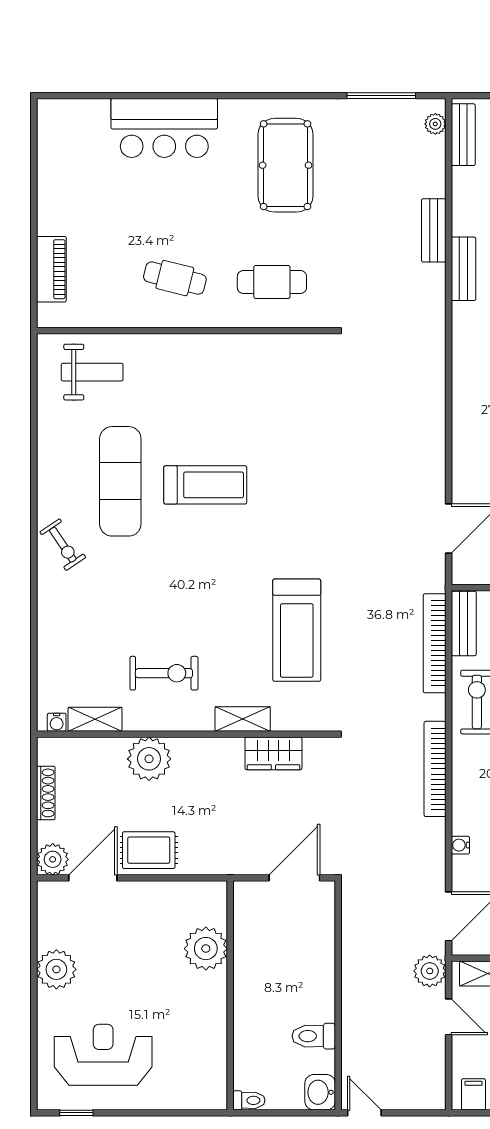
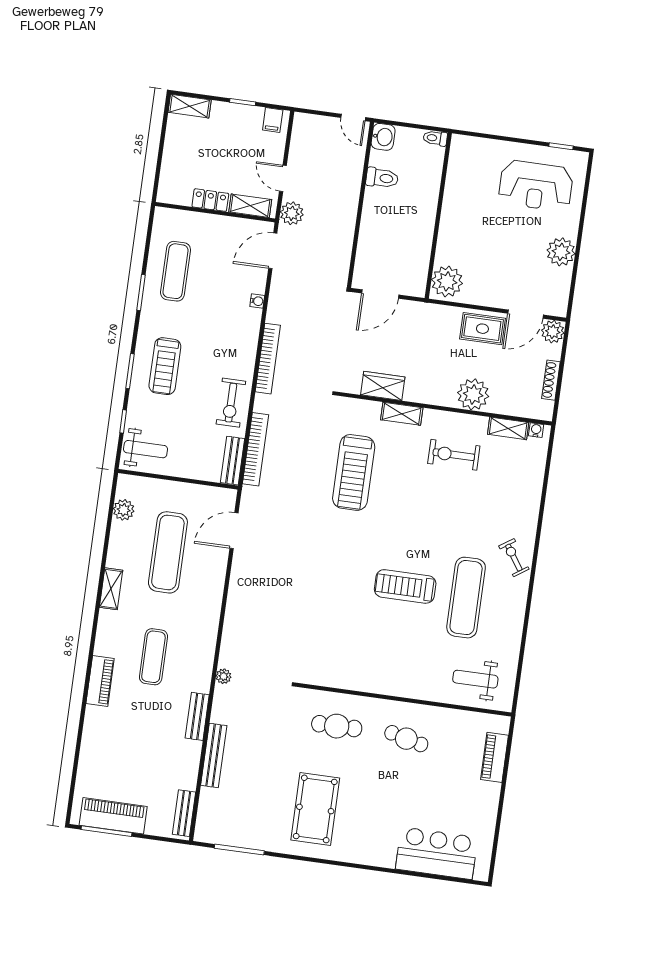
plant: (435, 124) -> (224, 676), moved
bar counter: (164, 128) -> (437, 853), moved
bench: (434, 230) -> (214, 755), width x1.36
treadmill: (297, 630) -> (354, 472), turned 180
plant: (206, 949) -> (447, 281), moved

